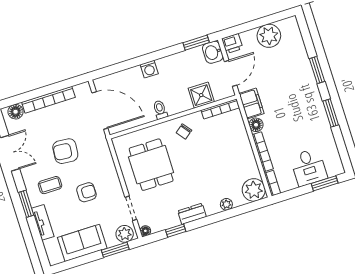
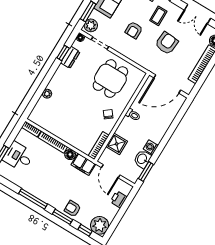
plant: (269, 36) -> (100, 225), moved
window: (307, 37) -> (85, 230), added
printer: (232, 44) -> (119, 199), moved
washbasin: (213, 52) -> (142, 159), moved, turned -90
washing machine: (149, 69) -> (151, 147), moved
armchair: (300, 69) -> (73, 209), added
window: (331, 113) -> (33, 199), width x1.44
dining table: (151, 165) -> (110, 79), turned 90
plant: (254, 190) -> (39, 116), removed
dresser: (192, 214) -> (70, 57), moved

